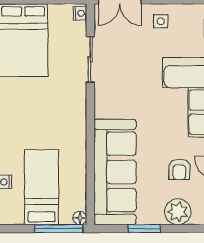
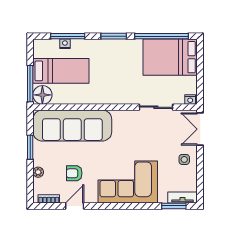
plant: (178, 212) -> (38, 172), width x0.53, depth x0.53
floor lamp: (80, 218) -> (42, 95), width x1.89, depth x1.89

